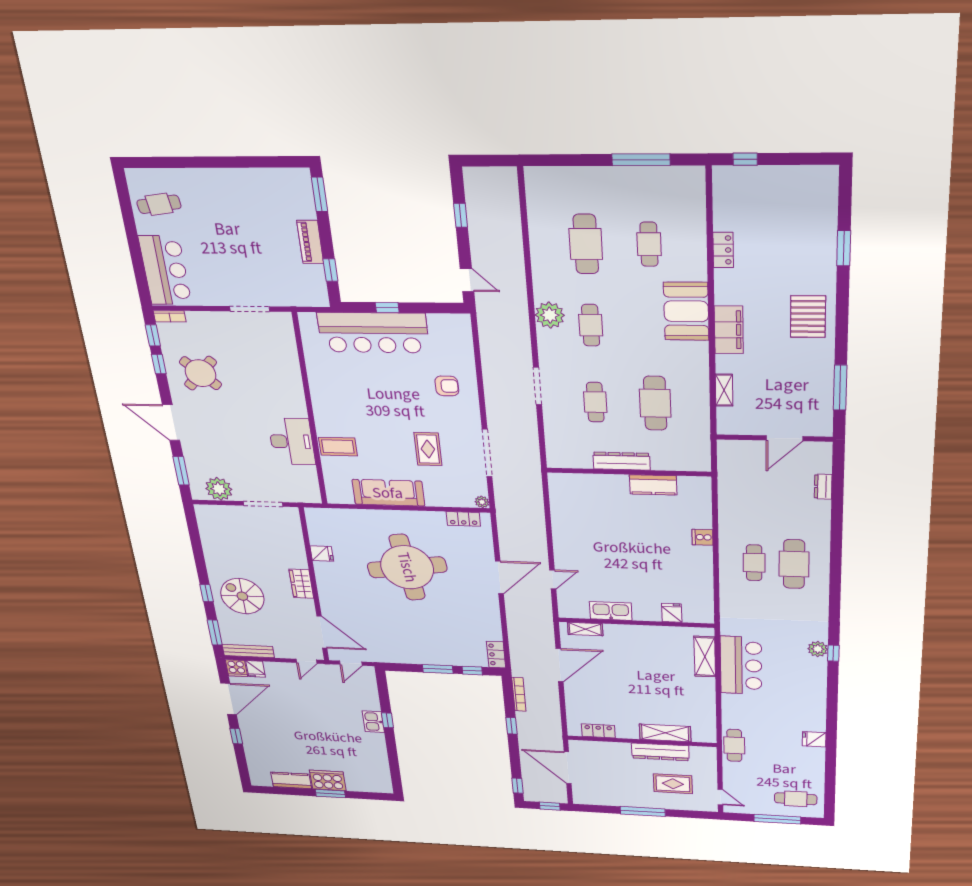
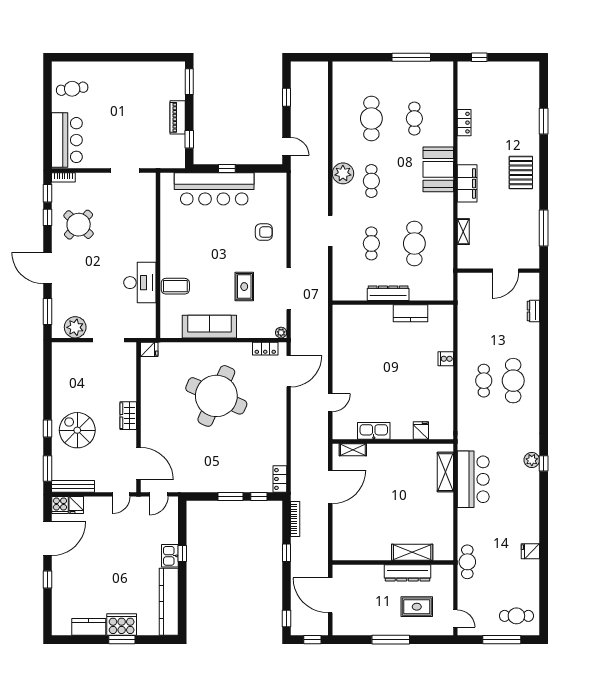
fridge: (322, 554) -> (149, 349), moved
round table: (407, 567) -> (216, 396), turned 32
door: (499, 577) -> (289, 371), moved
locker: (598, 731) -> (358, 554), removed
kitchen counter: (378, 763) -> (169, 602), added

